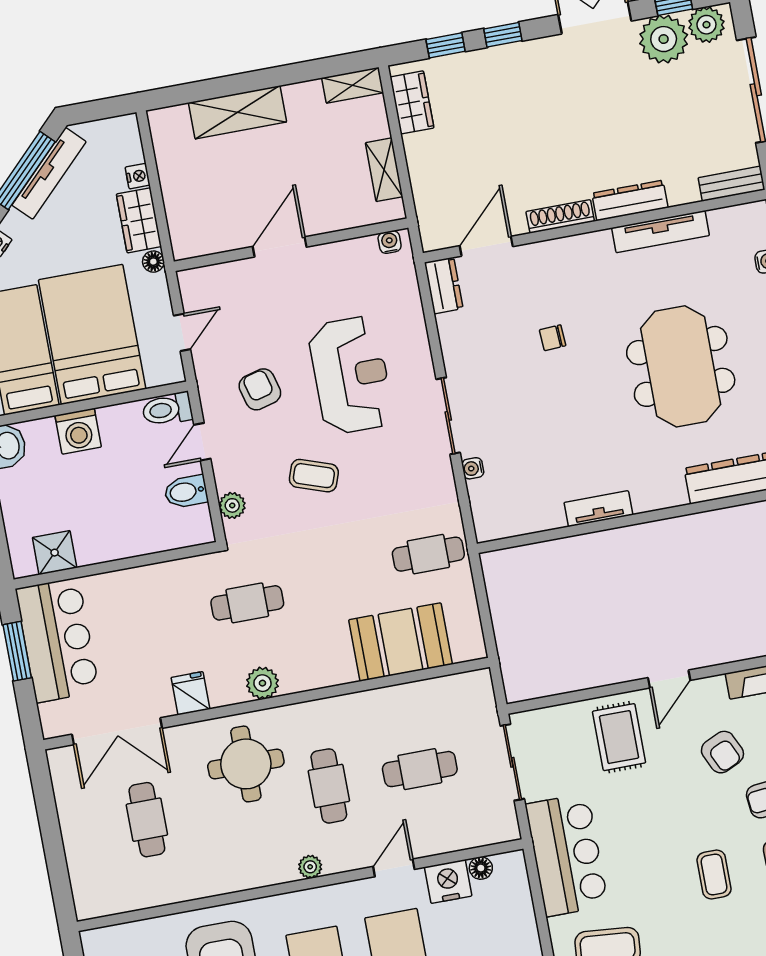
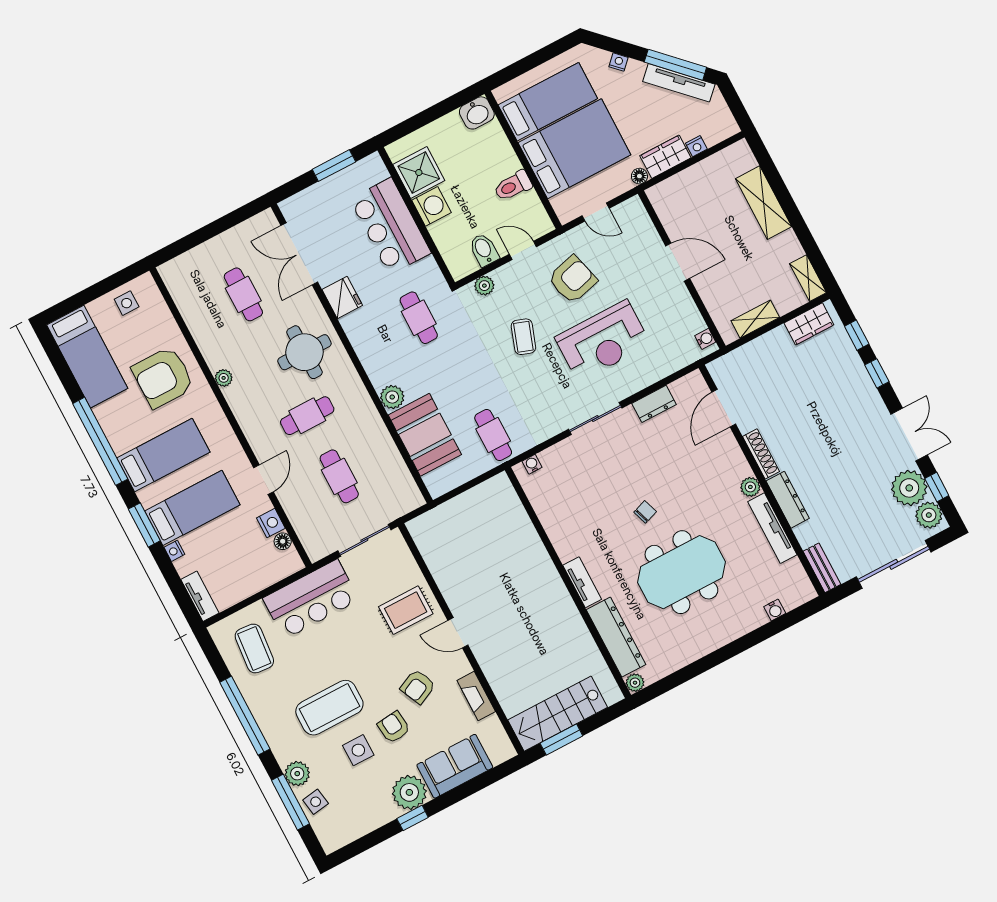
plant: (599, 243) -> (750, 487), added
door: (486, 246) -> (724, 408), swing flipped
dresser: (444, 285) -> (654, 404), moved
chair: (553, 338) -> (645, 512), moved, turned 74
armchair: (260, 389) -> (573, 280), width x1.38, depth x1.38
toilet: (167, 409) -> (513, 186), moved, turned -90
washing machine: (78, 431) -> (431, 206), moved, turned 180
water cooler: (473, 468) -> (532, 464), moved
tv unit: (598, 509) -> (582, 582), moved
shower: (55, 553) -> (419, 172), width x1.36, depth x1.36
bar counter: (57, 640) -> (390, 226), moved, turned 90
plant: (262, 683) -> (392, 397), moved
fridge: (190, 693) -> (342, 297), width x1.38
cafe table: (147, 820) -> (243, 294), turned 90
plant: (310, 867) -> (224, 378), moved
door: (394, 868) -> (264, 480), hinge flipped
coffee table: (714, 875) -> (329, 708), width x1.86, depth x1.72
nightstand: (448, 881) -> (271, 523), width x0.74, depth x0.75

